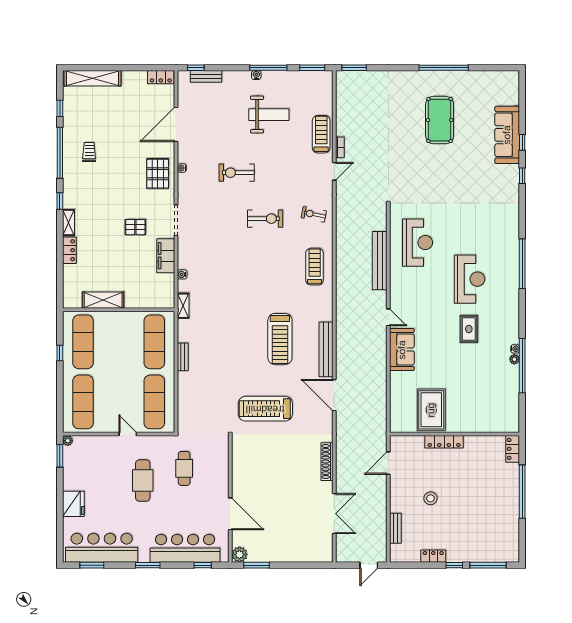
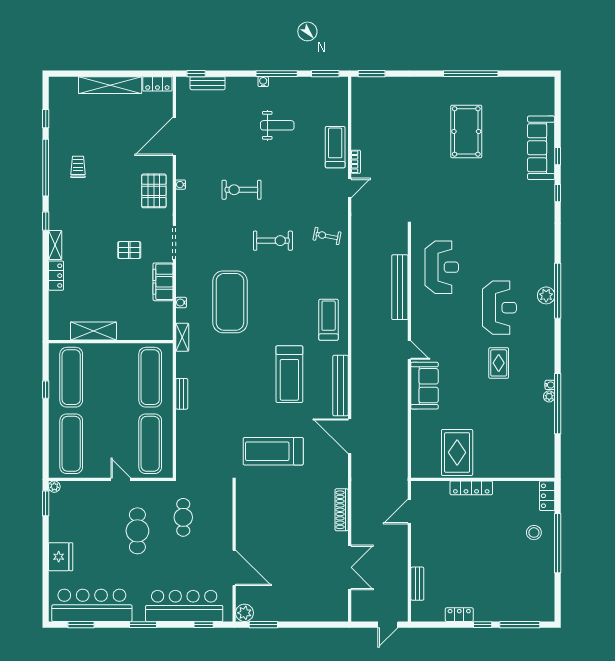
shelving: (92, 78) -> (110, 85), moved
weight bench: (269, 115) -> (277, 125), width x0.73, depth x0.75
treadmill: (315, 267) -> (329, 320), moved
plant: (512, 268) -> (546, 295), added
exercise mat: (226, 274) -> (230, 302), added
stool: (430, 498) -> (534, 533), moved

